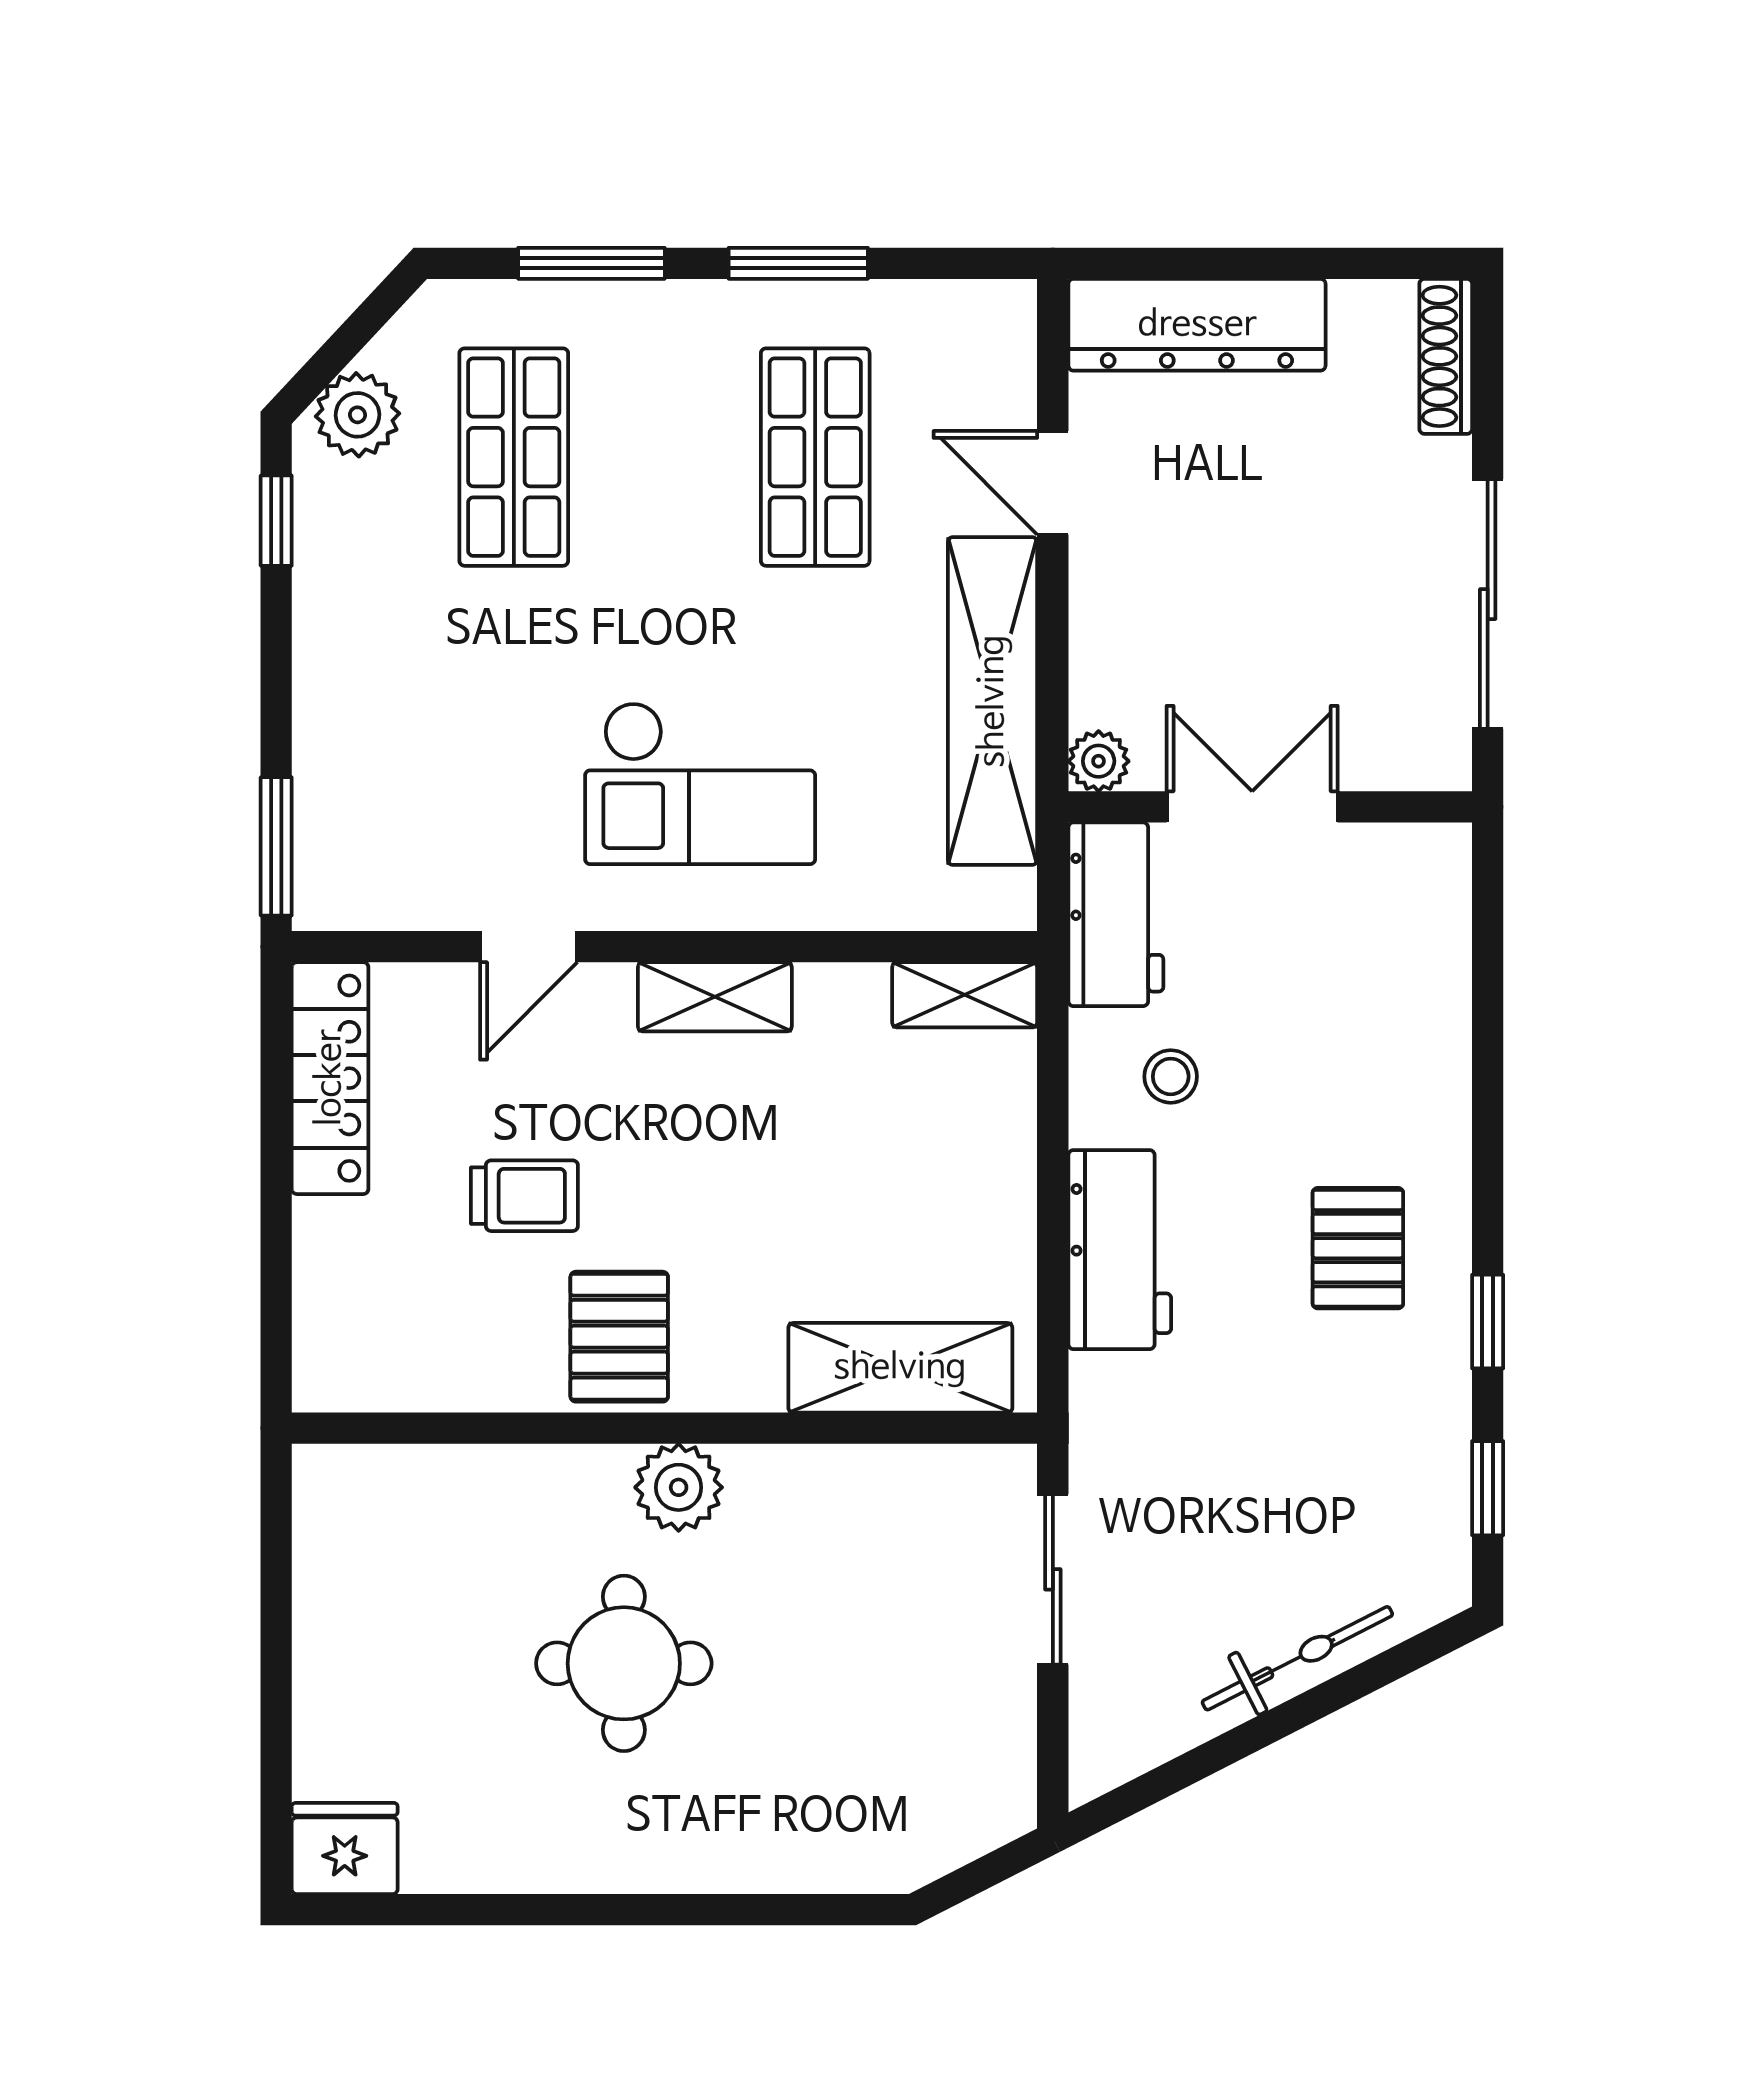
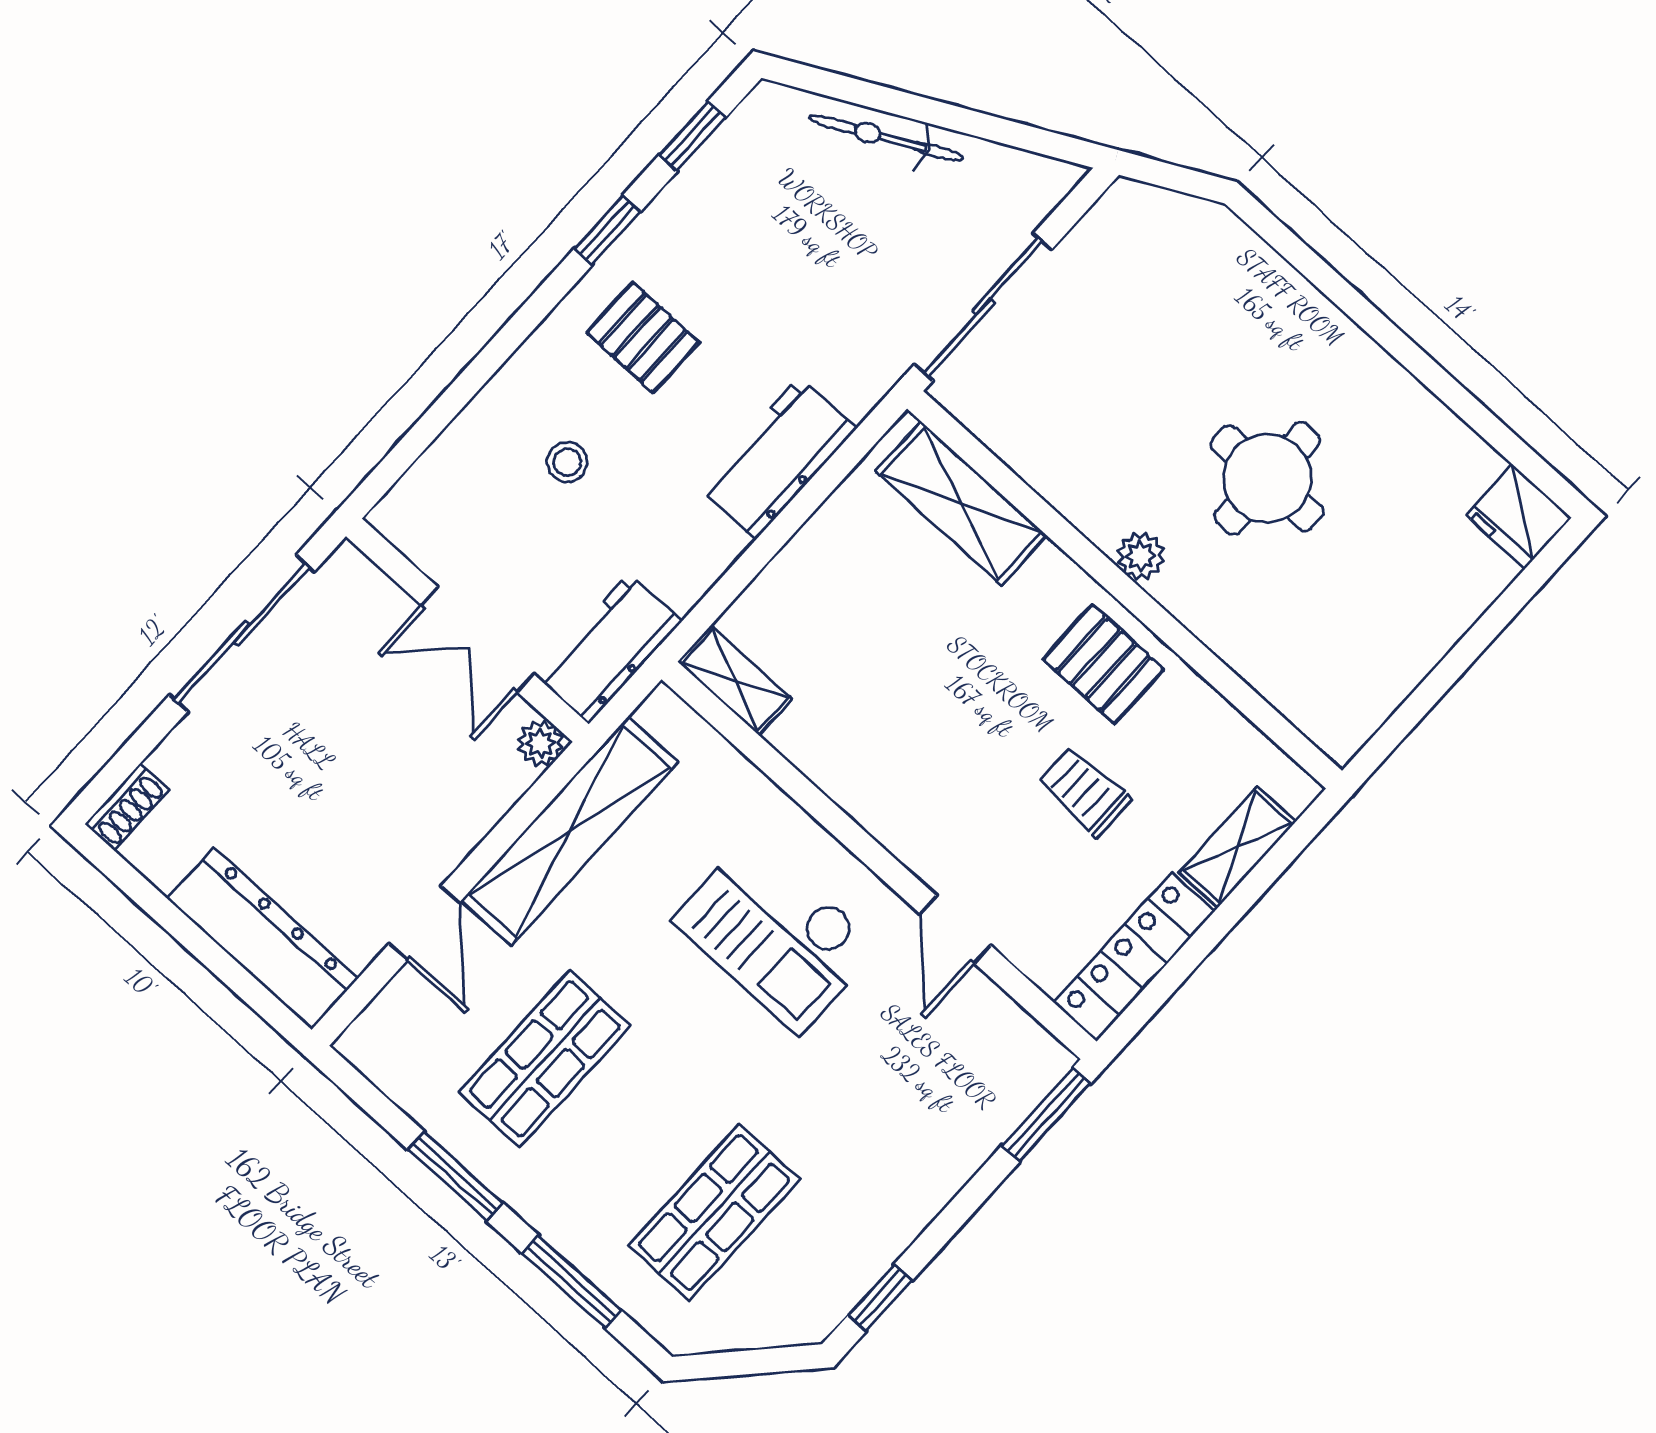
shoe rack: (1446, 356) -> (127, 807), width x0.70
plant: (358, 415) -> (781, 1316), removed
checkout: (700, 783) -> (776, 934), turned 180
door: (529, 947) -> (955, 930), swing flipped
shelving: (715, 997) -> (1238, 847), moved, turned 90
stool: (1171, 1076) -> (567, 462), moved
pallet: (1358, 1248) -> (643, 337), turned 90
pallet: (619, 1337) -> (1103, 664), turned 90
plant: (679, 1487) -> (1141, 556), width x0.73, depth x0.73
sliding door: (1053, 1579) -> (983, 307), width x1.37

